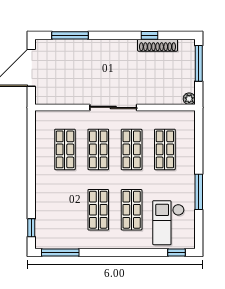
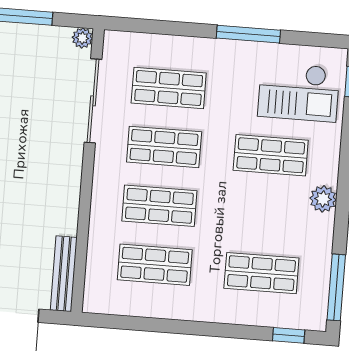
bench: (56, 99) -> (64, 274), added
sliding door: (113, 107) -> (93, 101), moved
shop shelf: (98, 210) -> (261, 273), moved
plant: (109, 241) -> (323, 199), added

